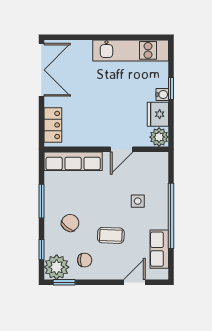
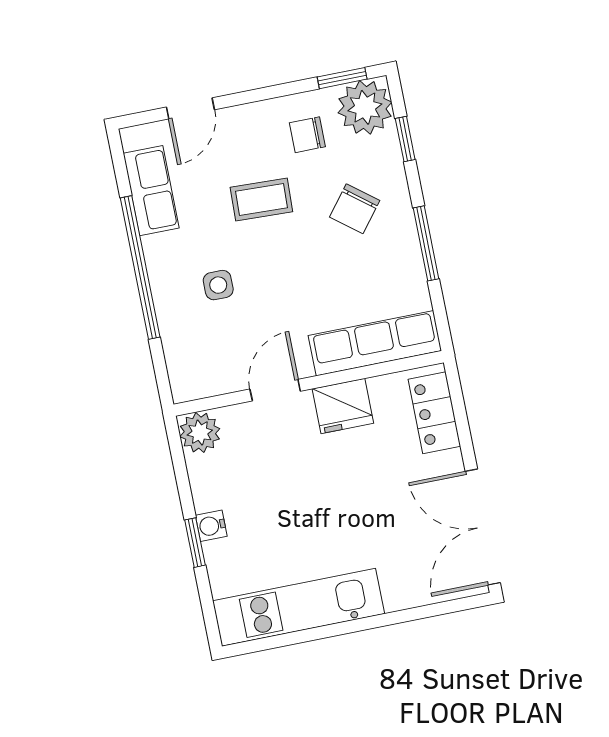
fridge: (158, 114) -> (343, 406), moved, turned 90

